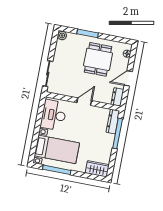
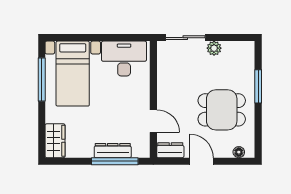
plant: (62, 35) -> (214, 48), moved
door: (84, 102) -> (153, 121), moved
dresser: (113, 122) -> (113, 151), moved

